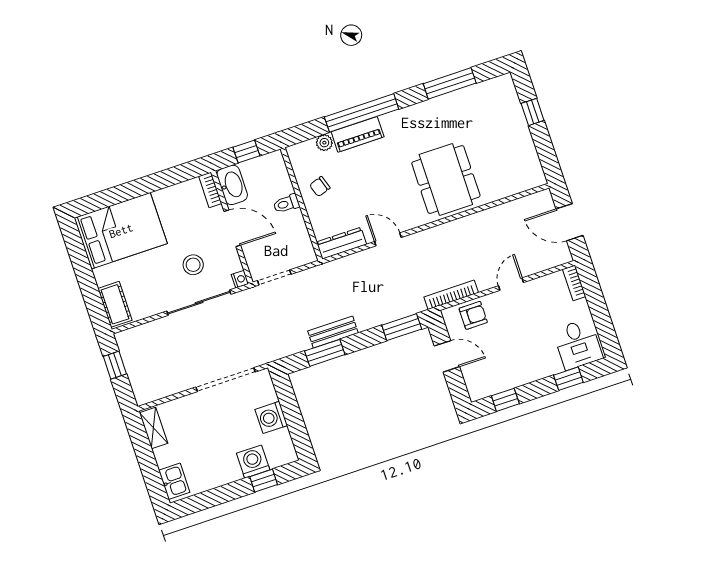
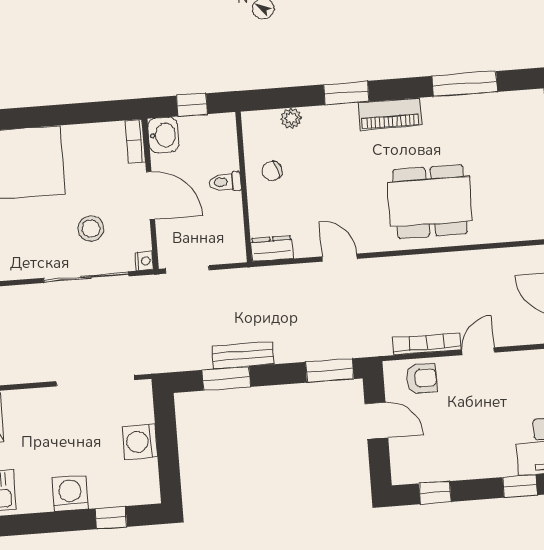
window: (362, 113) -> (346, 93), width x0.47
piano: (358, 134) -> (390, 114), moved
dining table: (446, 180) -> (430, 202), turned 90
washbasin: (232, 185) -> (163, 135), width x0.72
dresser: (341, 243) -> (272, 248), width x0.70
bookcase: (451, 295) -> (427, 344), moved
washing machine: (253, 462) -> (70, 493), moved

